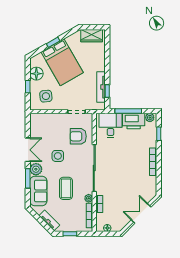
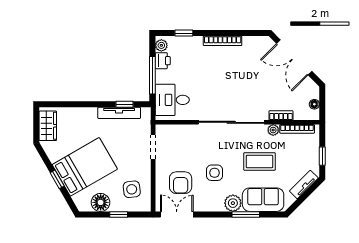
printer: (134, 121) -> (163, 61), width x0.53, depth x0.68
armchair: (78, 136) -> (181, 183), moved
double door: (28, 150) -> (177, 214), moved
double door: (141, 213) -> (294, 57), width x1.37

